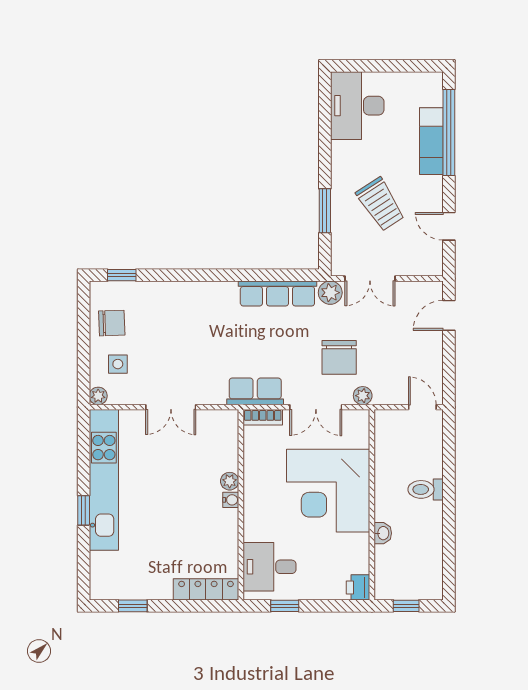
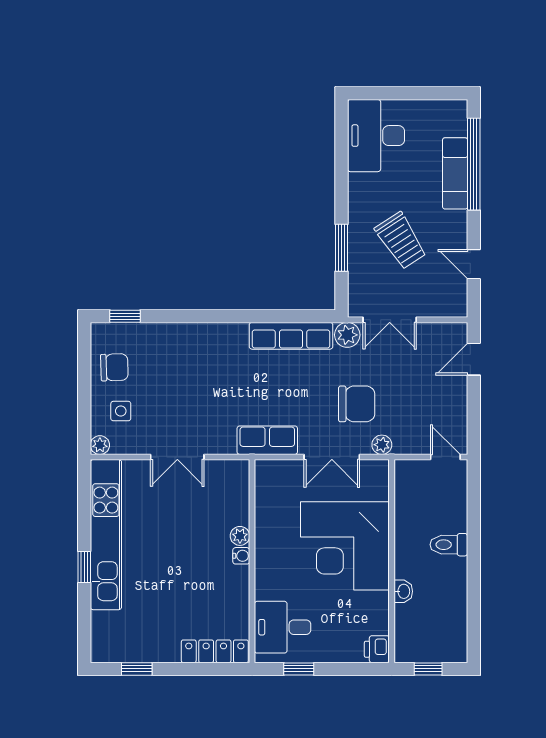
chair: (339, 357) -> (357, 404), turned -90
bookcase: (263, 417) -> (275, 468), removed

